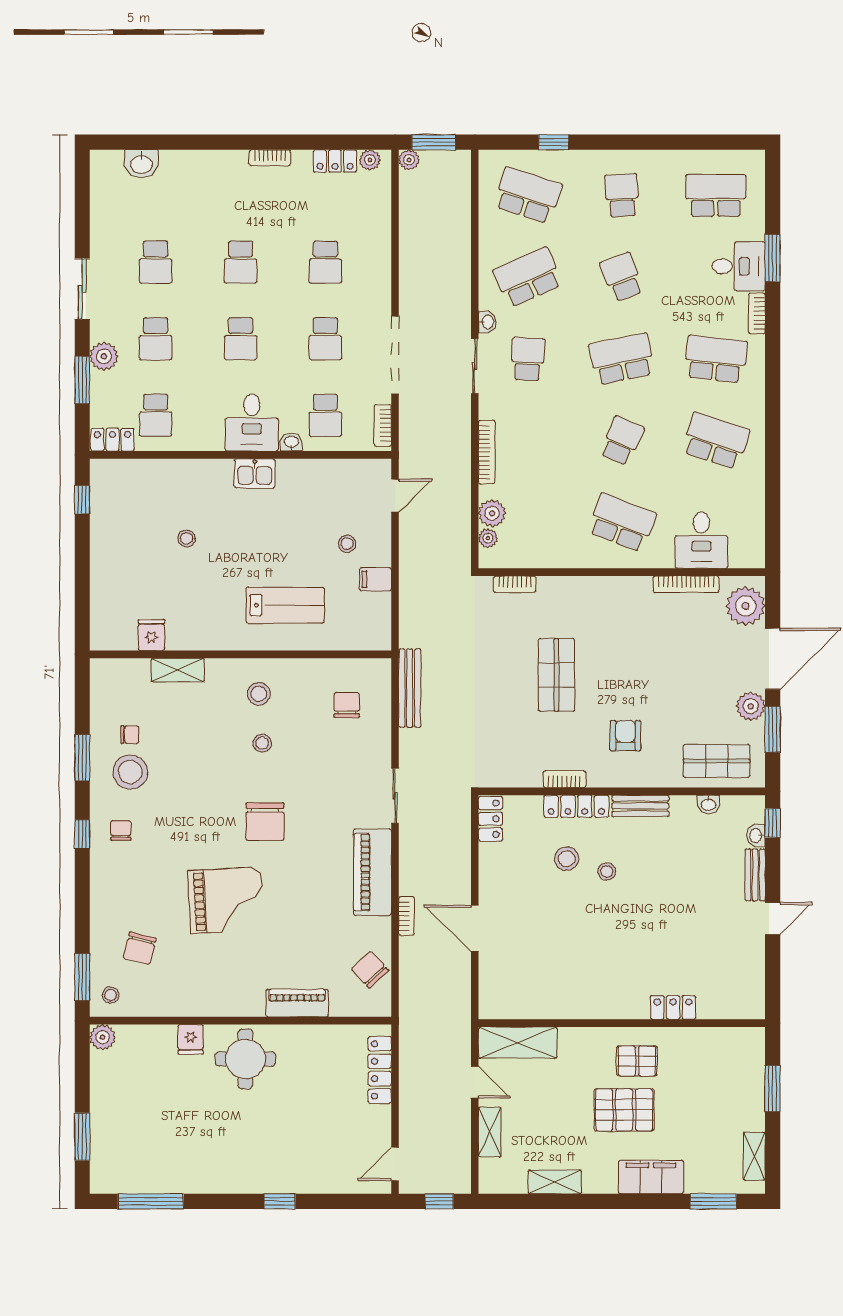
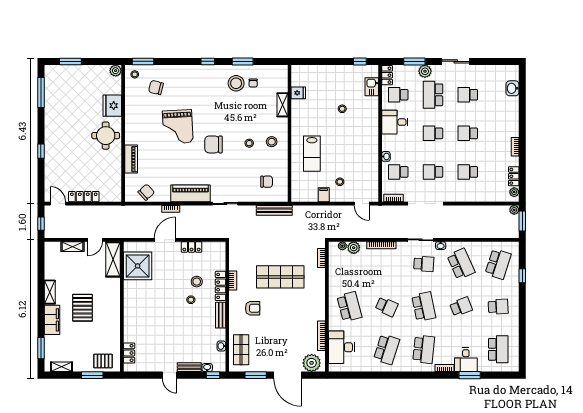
school desk: (156, 339) -> (433, 95), width x1.85
desk: (252, 423) -> (395, 122), moved
kitchen sink: (255, 473) -> (372, 87), moved
school desk: (622, 523) -> (349, 307), turned -36
desk: (701, 540) -> (341, 347), width x1.37
shop shelf: (556, 675) -> (280, 277), width x1.43, depth x1.36
plant: (751, 706) -> (266, 365), removed
locker: (490, 819) -> (192, 247), moved
chair: (121, 830) -> (210, 79), removed
shower: (532, 989) -> (138, 266), added
locker: (673, 1007) -> (129, 353), moved
fridge: (191, 1039) -> (112, 106), width x1.88, depth x1.34
pallet: (637, 1061) -> (103, 361), moved, turned 90
locker: (380, 1070) -> (84, 197), moved
shelving: (555, 1182) -> (50, 292), moved

